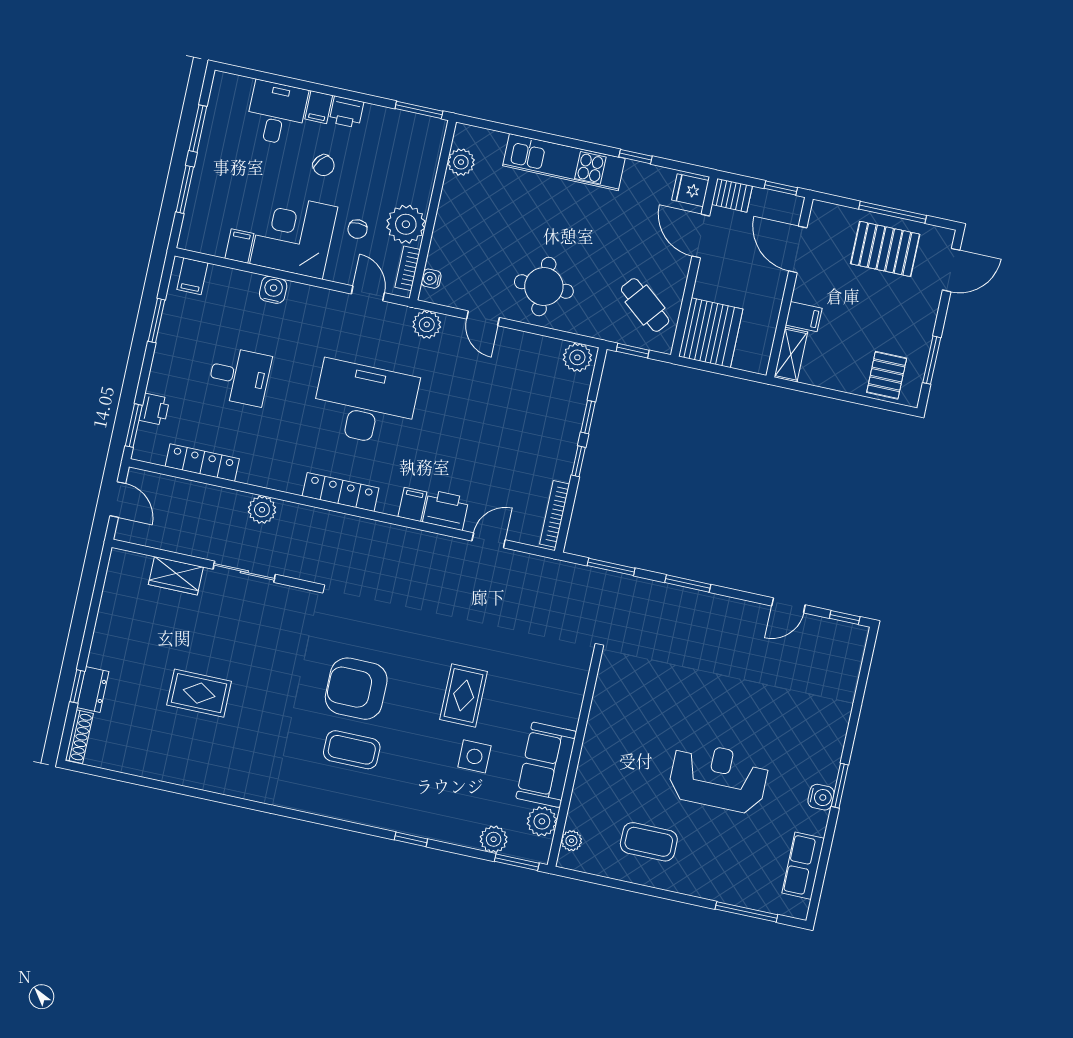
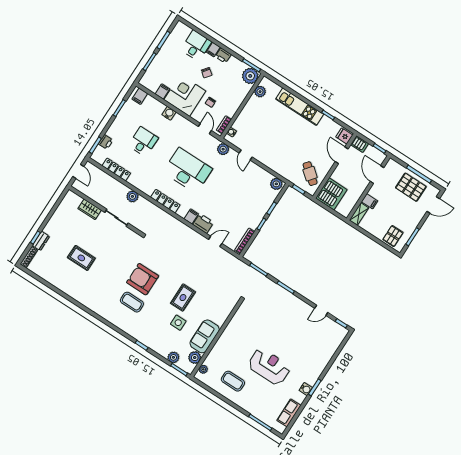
plant: (406, 224) -> (250, 76), moved
round table: (544, 287) -> (274, 152), removed
desk: (239, 376) -> (143, 142), turned -90

